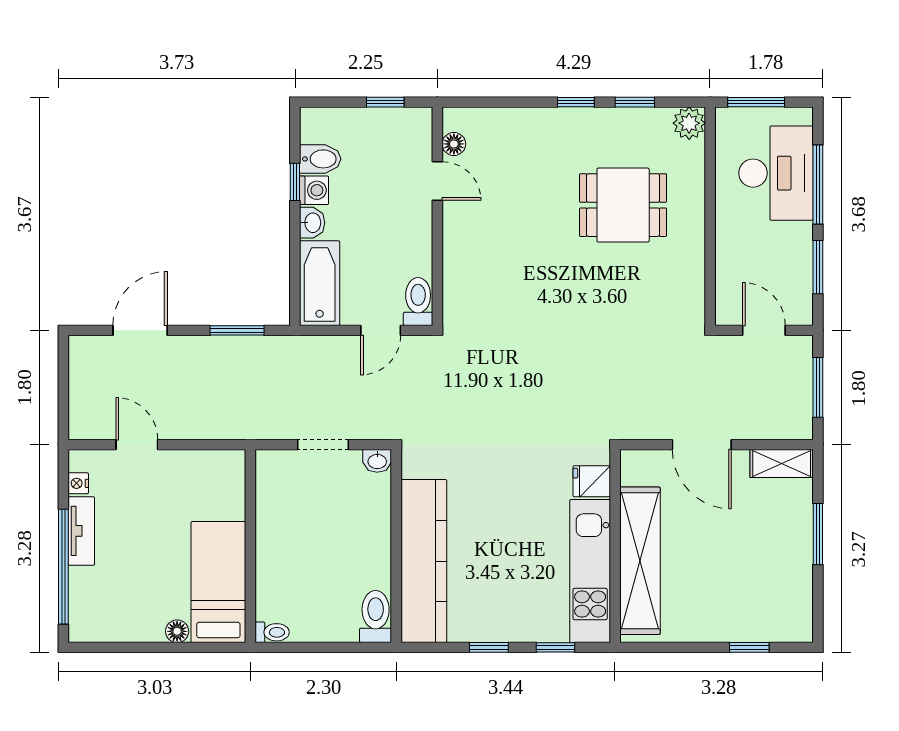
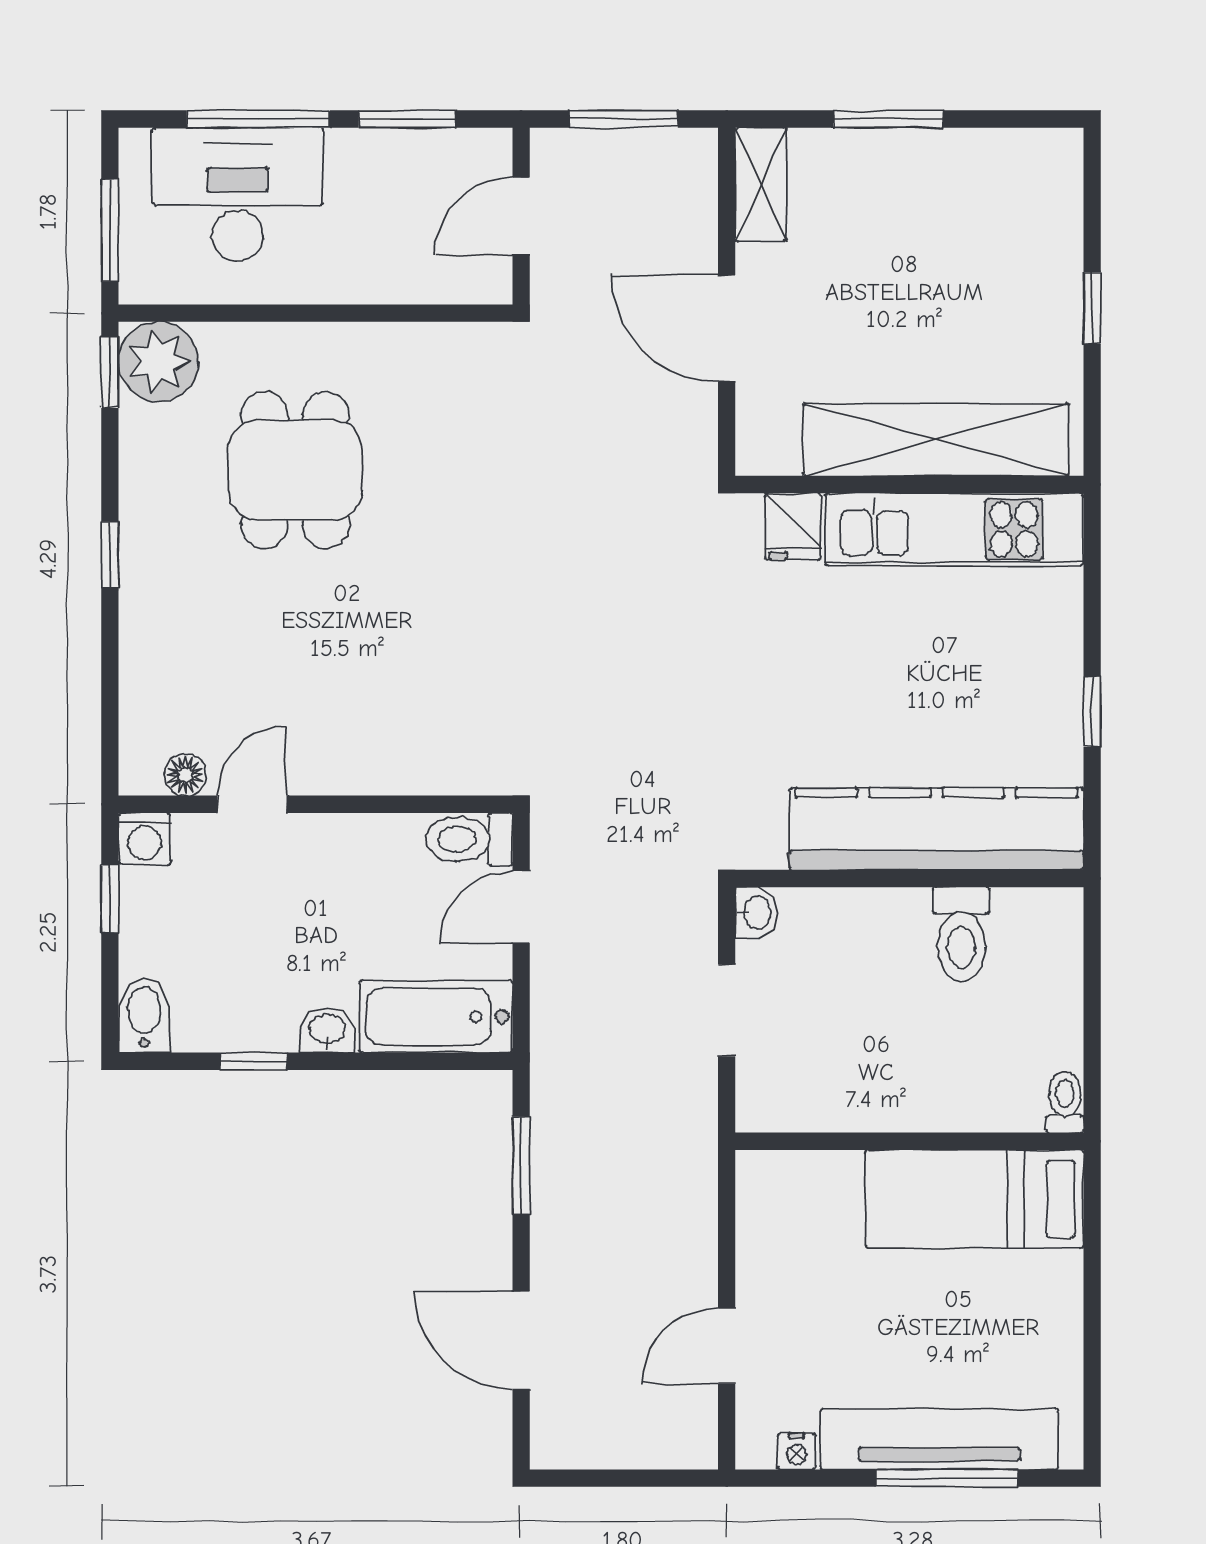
window: (635, 102) -> (110, 372), moved
plant: (689, 123) -> (159, 362), width x1.36, depth x1.36
bidet: (320, 159) -> (144, 1015), moved
washing machine: (314, 190) -> (144, 839), moved, turned 180
door: (381, 330) -> (521, 907), swing flipped
door: (702, 445) -> (727, 328), swing flipped
tv unit: (81, 531) -> (939, 1439), width x1.92, depth x1.29
window: (63, 567) -> (947, 1478), width x0.68
toilet: (376, 617) -> (961, 934), moved, turned -90
floor lamp: (177, 631) -> (1063, 1273), removed
window: (555, 647) -> (1092, 592), removed
window: (749, 647) -> (1092, 308), moved

